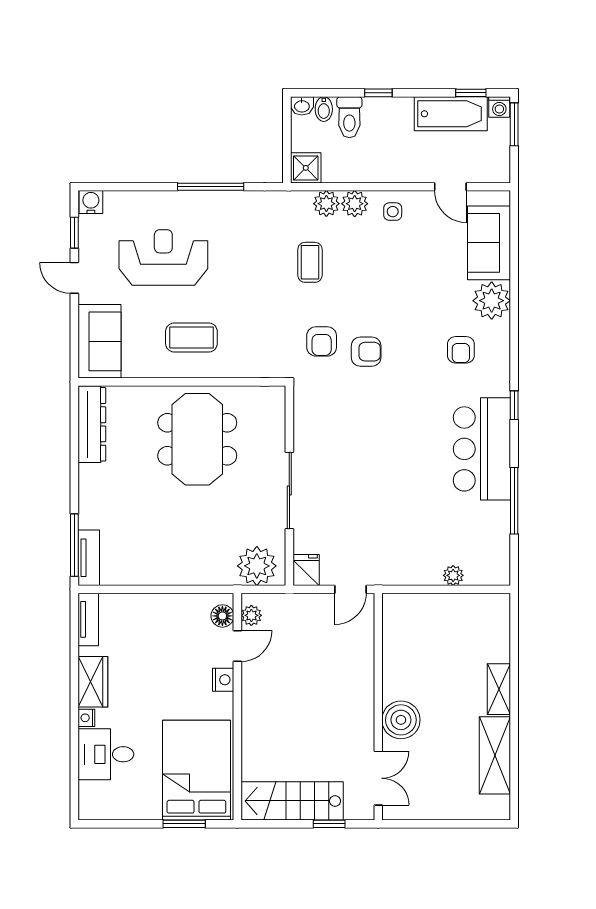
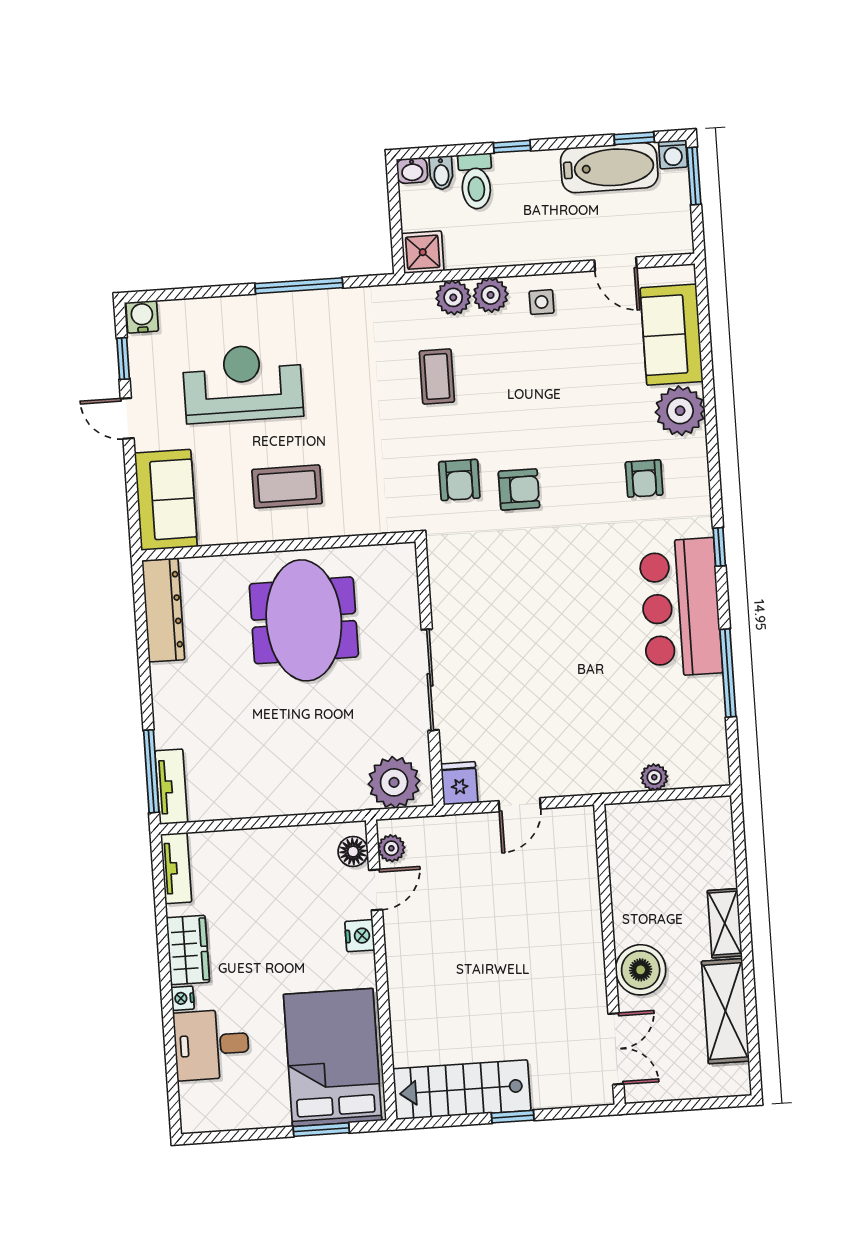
wall: (378, 707) -> (609, 954), moved
boiler: (401, 720) -> (641, 970), moved
double door: (378, 778) -> (616, 1049), moved

